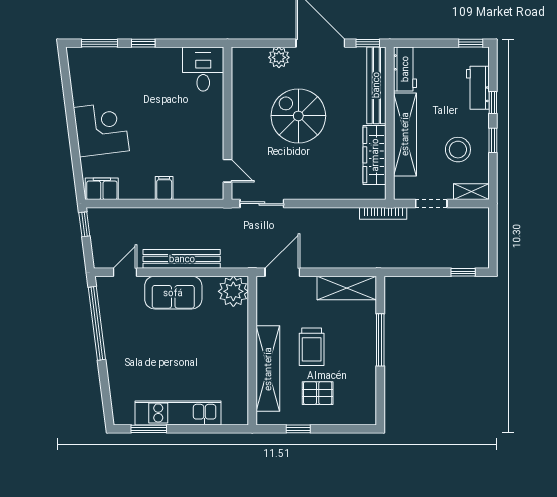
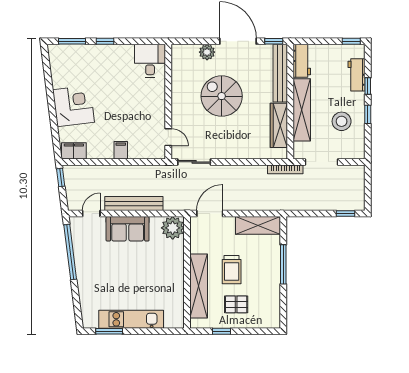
shelving: (471, 192) -> (352, 153), removed
doorway: (431, 204) -> (321, 162), width x1.38

